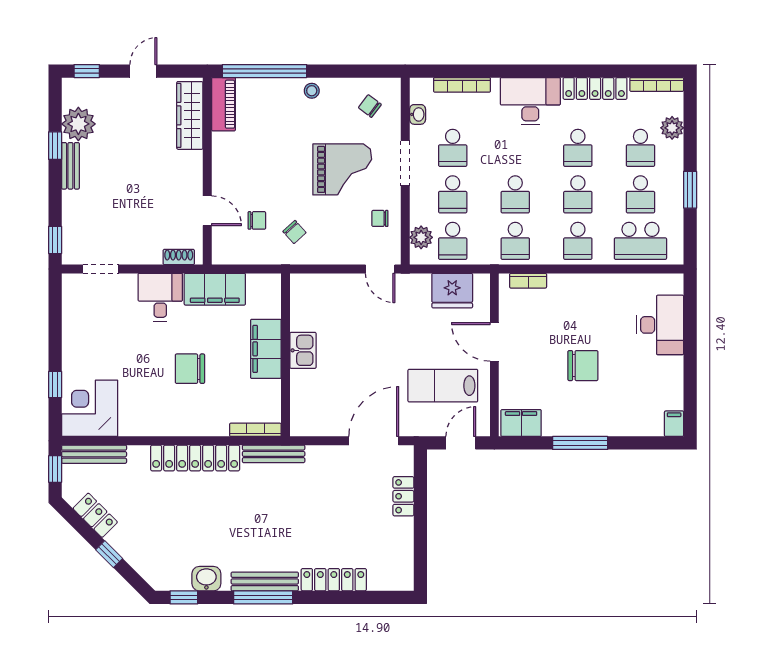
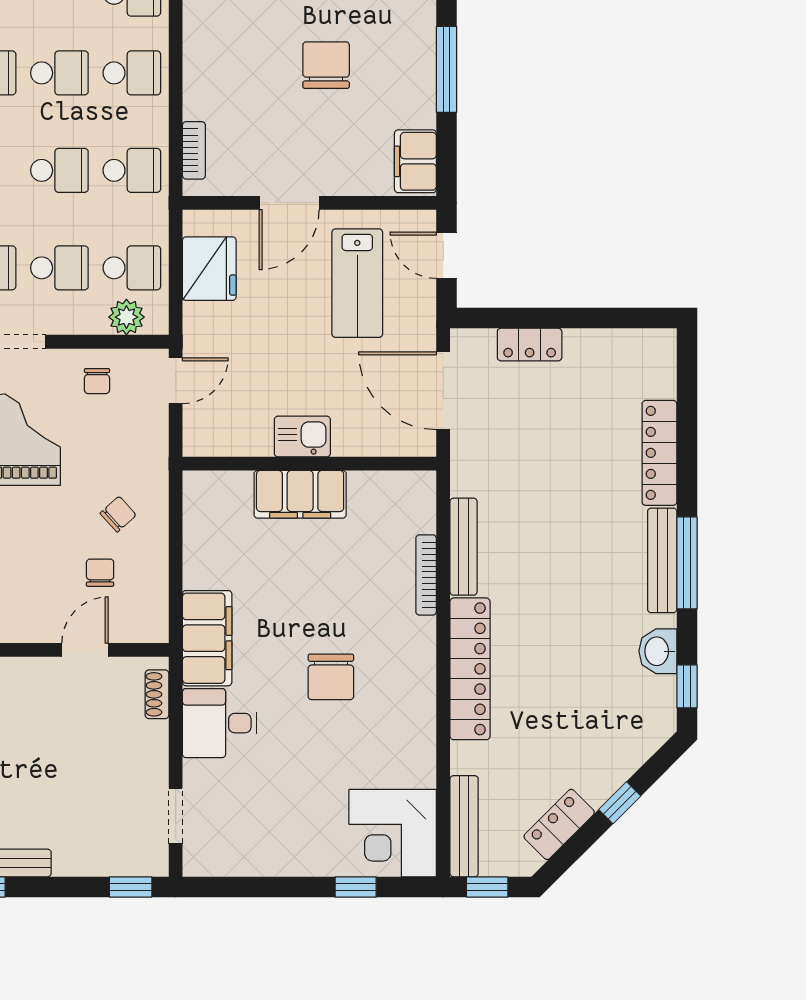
filing cabinet: (266, 349) -> (300, 494), moved
kitchen sink: (303, 350) -> (302, 437), moved
wall: (286, 355) -> (309, 464), moved

